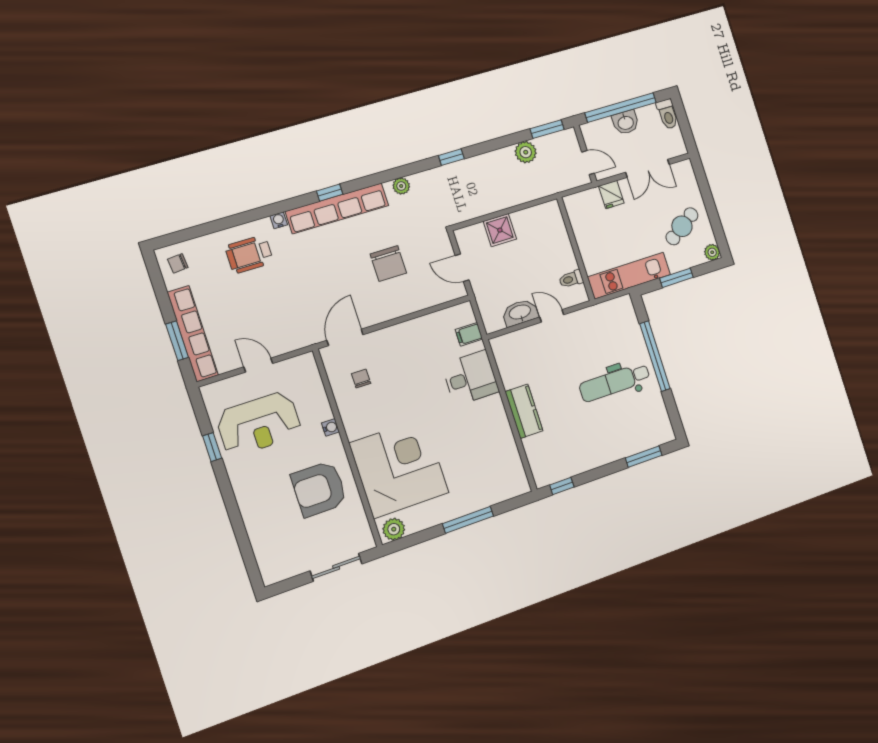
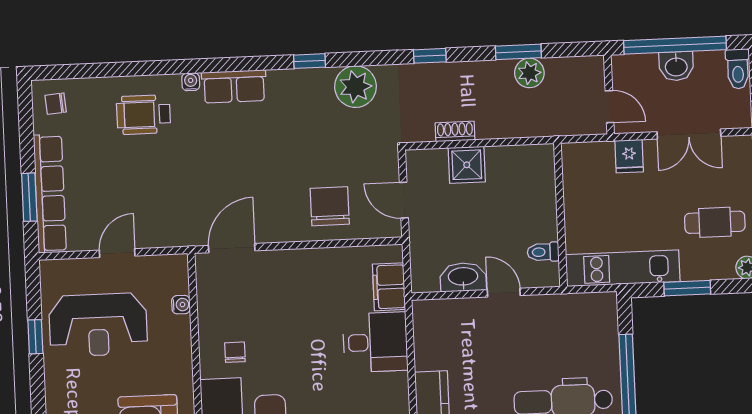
window: (547, 129) -> (518, 52), moved
plant: (401, 186) -> (356, 87), width x1.87, depth x1.87
window: (330, 193) -> (310, 61), moved
row of seats: (337, 208) -> (234, 86), width x0.50
shoe rack: (485, 208) -> (455, 132), added
cafe table: (682, 226) -> (715, 222), turned 33
chair: (388, 263) -> (330, 206), moved, turned 180
filing cabinet: (469, 334) -> (389, 287), width x2.00
door: (258, 365) -> (117, 253), hinge flipped
chair: (361, 378) -> (235, 352), moved
water cooler: (330, 427) -> (181, 305), moved

